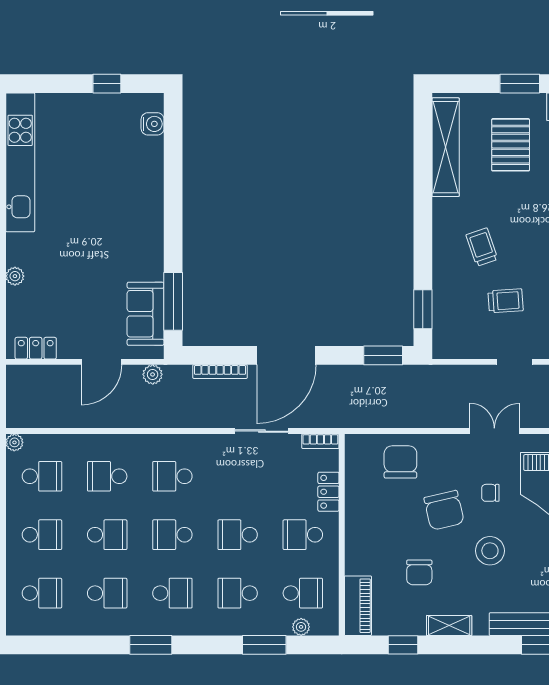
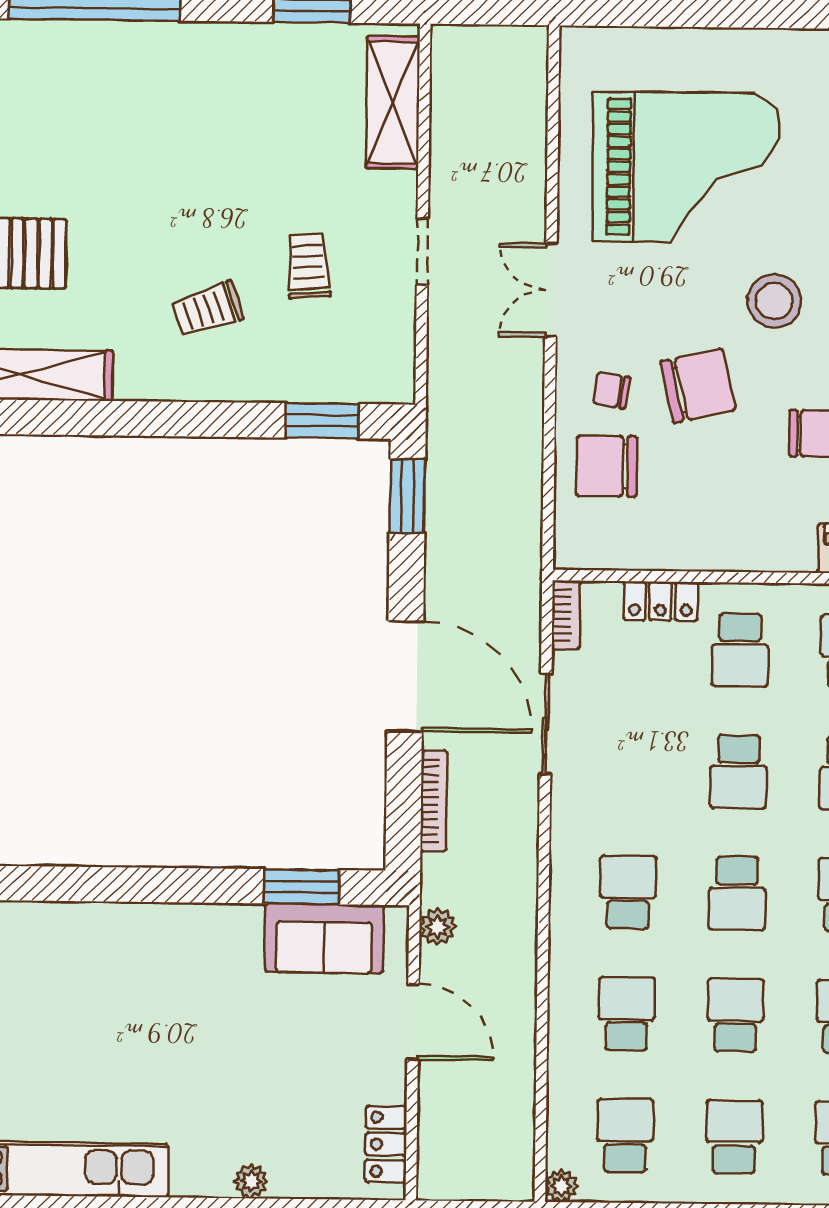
window: (173, 301) -> (302, 887), width x0.69
school desk: (107, 476) -> (627, 1014), turned 180
school desk: (172, 476) -> (628, 892), turned 180
chair: (490, 493) -> (612, 390), moved, turned 99

